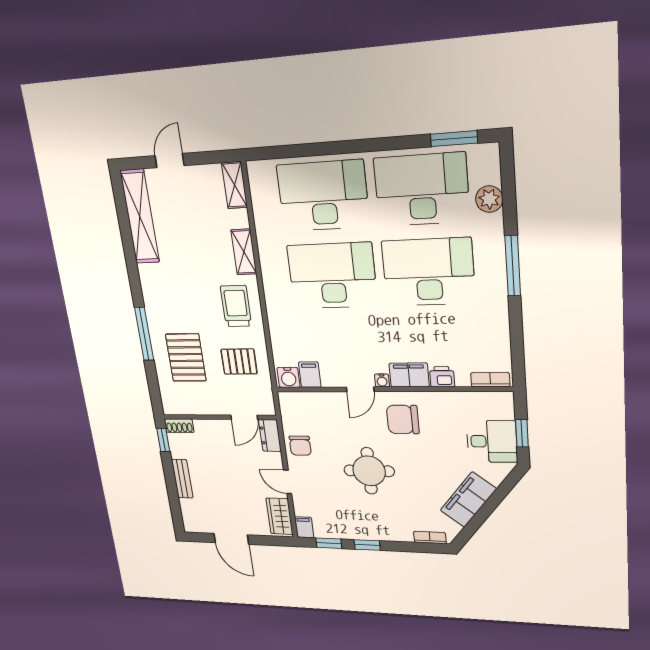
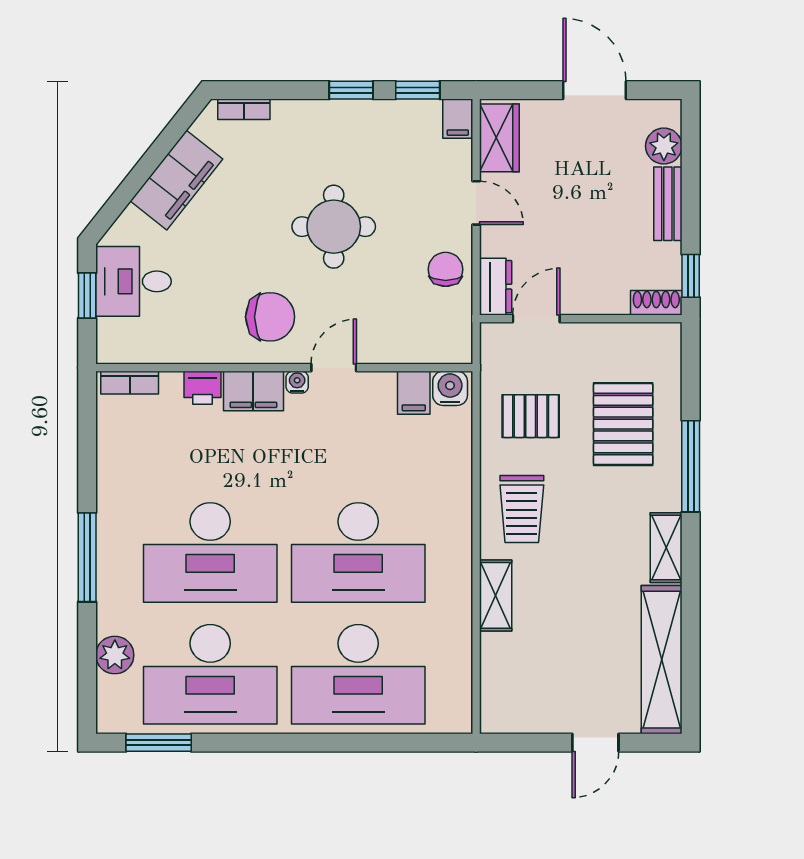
shelving: (234, 185) -> (666, 548), moved
plant: (190, 509) -> (664, 146), added

